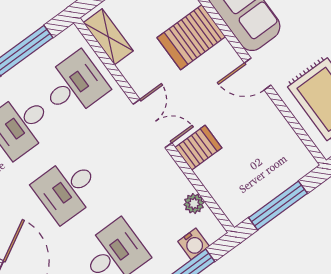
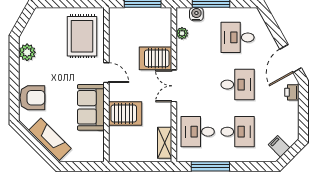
server rack: (198, 148) -> (156, 58), width x1.36, depth x1.44

